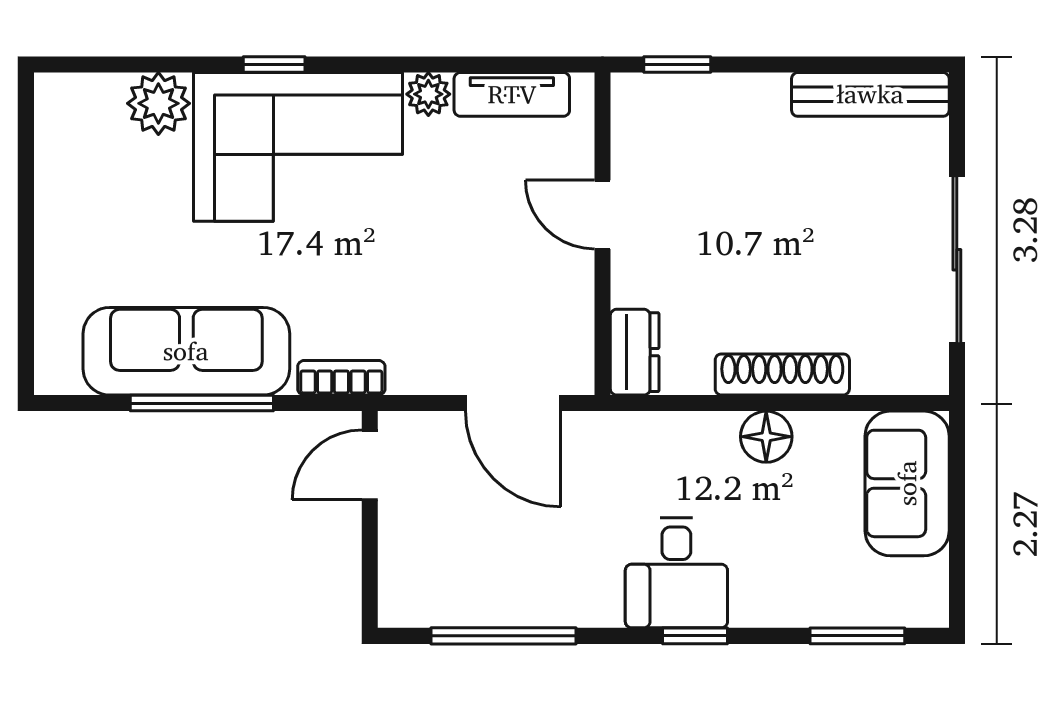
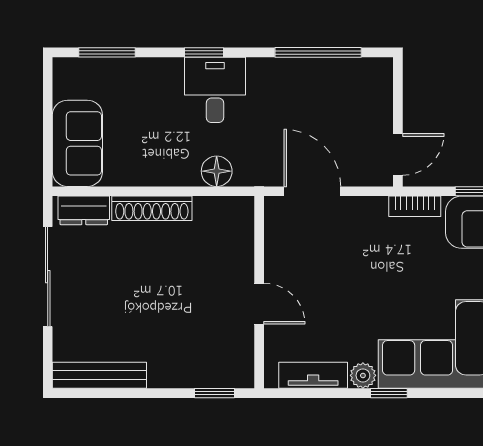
window: (274, 64) -> (389, 393), moved
dresser: (635, 352) -> (84, 210), moved, turned -90
floor lamp: (766, 437) -> (217, 171), moved

